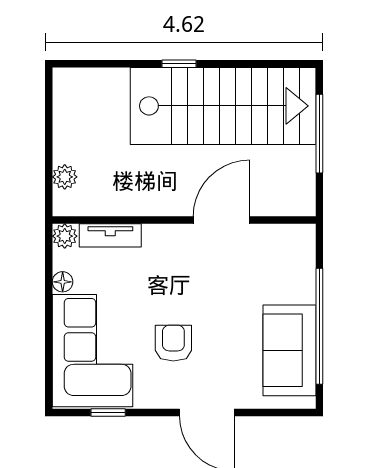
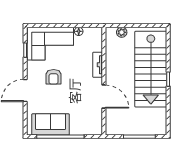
stairs: (223, 106) -> (151, 69), moved
tv unit: (110, 235) -> (98, 65), moved
plant: (65, 236) -> (97, 32), removed
armchair: (173, 343) -> (54, 77), turned 90

